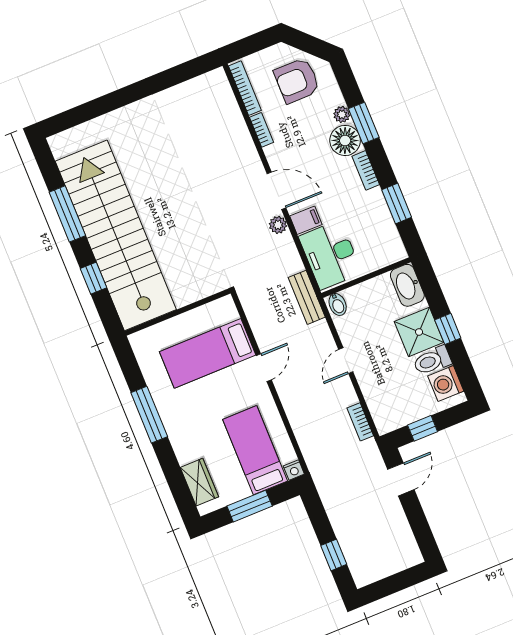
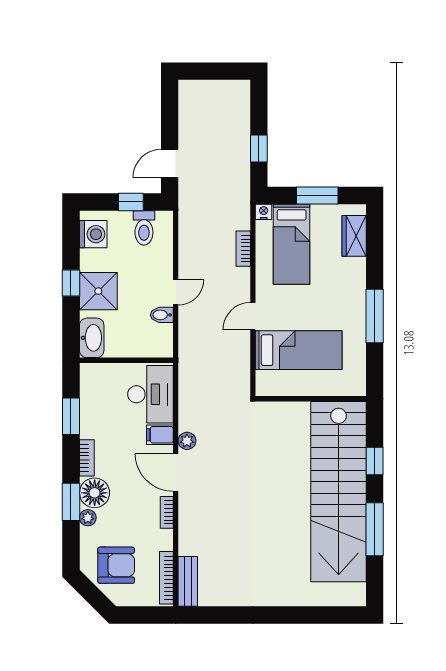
bookcase: (261, 130) -> (167, 512), moved
bench: (307, 297) -> (188, 581), moved
bidet: (338, 304) -> (162, 315), moved, turned -90
toilet: (432, 361) -> (144, 228), moved, turned 90
bookcase: (360, 422) -> (243, 249), moved, turned 180
window: (334, 555) -> (259, 149), moved

